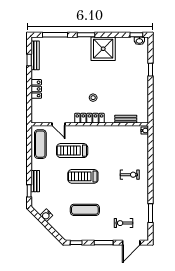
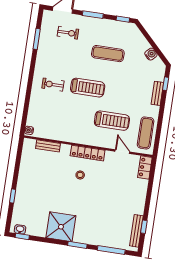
locker: (36, 89) -> (145, 167), moved
treadmill: (83, 176) -> (88, 88), moved

